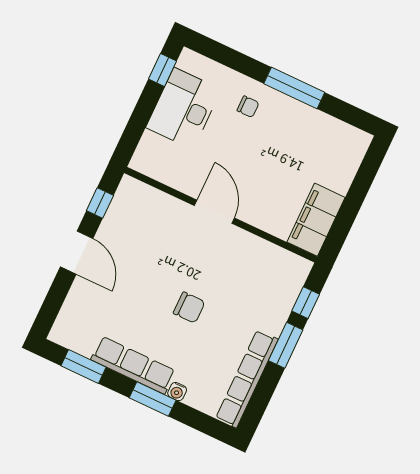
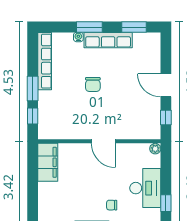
plant: (139, 162) -> (155, 149), added
chair: (189, 308) -> (93, 84), turned -90

